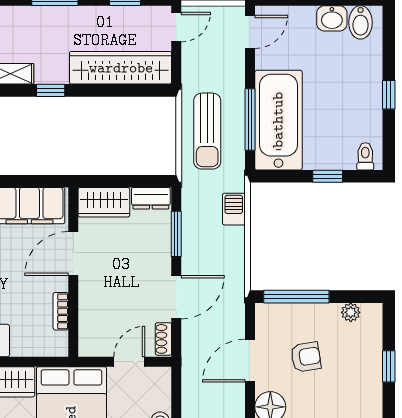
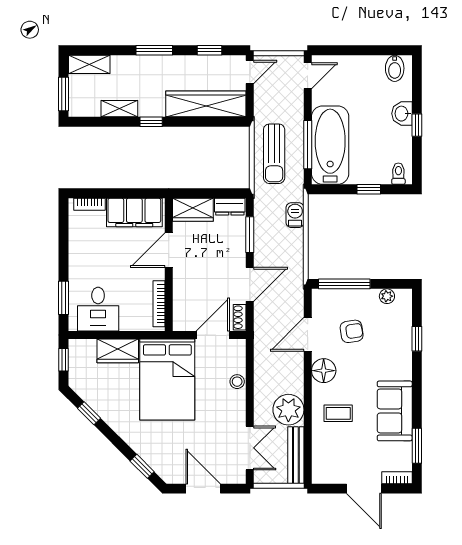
washbasin: (332, 18) -> (402, 114), moved, turned 90
bookcase: (61, 311) -> (159, 304), width x1.56
door: (129, 362) -> (213, 335), width x1.38

